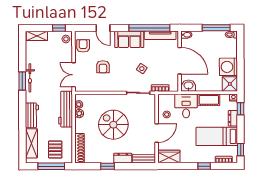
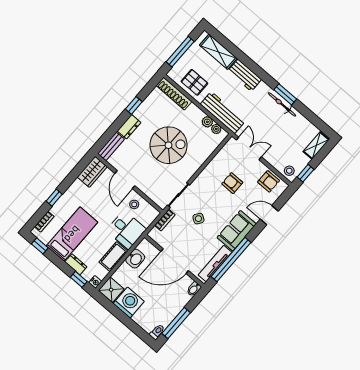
washbasin: (189, 86) -> (135, 259), moved
pallet: (55, 149) -> (194, 82), moved

